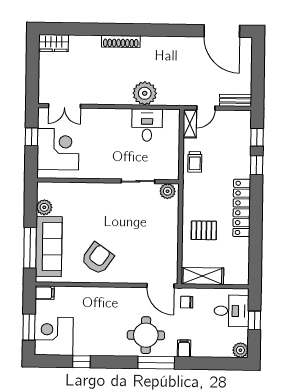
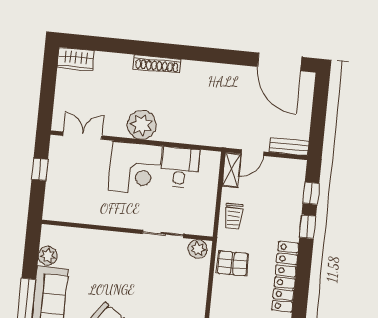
plant: (145, 93) -> (142, 125), moved
double door: (64, 106) -> (82, 136), swing flipped
corner desk: (58, 149) -> (135, 168), moved, turned 90
pallet: (204, 230) -> (233, 263), moved

